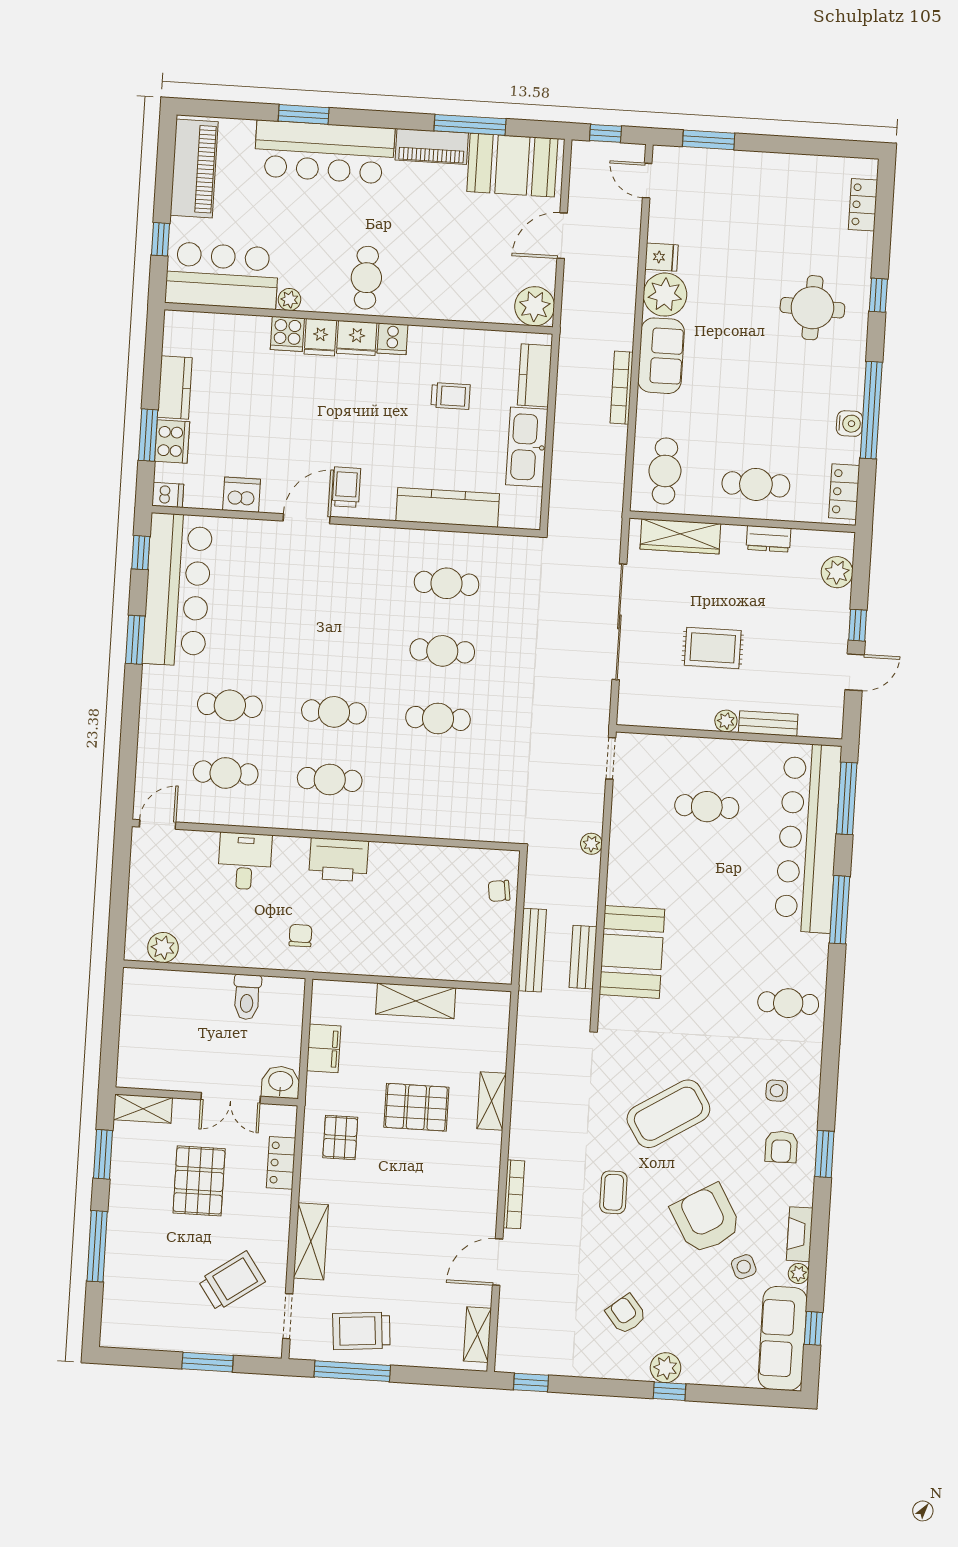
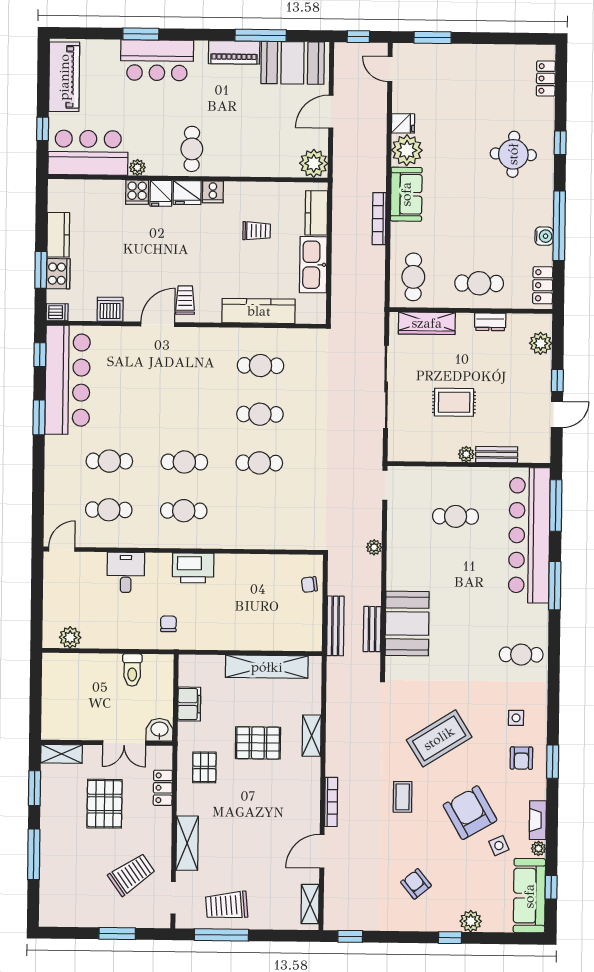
bar counter: (324, 152) -> (157, 60), width x0.73
shelving: (416, 1001) -> (267, 667), width x1.47
plant: (666, 1368) -> (471, 921), moved

